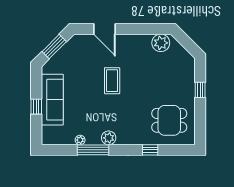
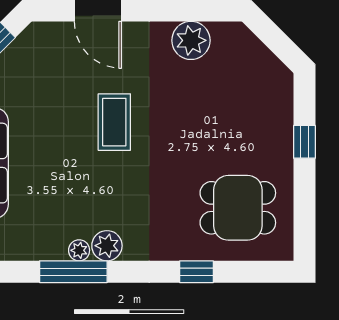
plant: (161, 43) -> (191, 40), moved
plant: (80, 140) -> (79, 250), moved

